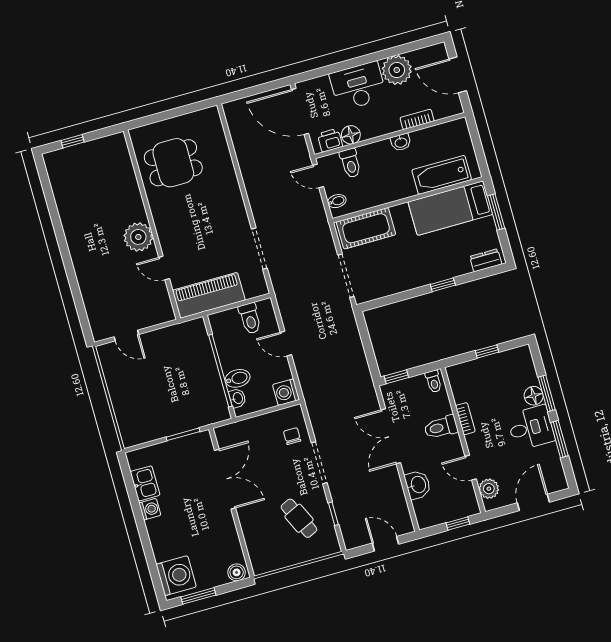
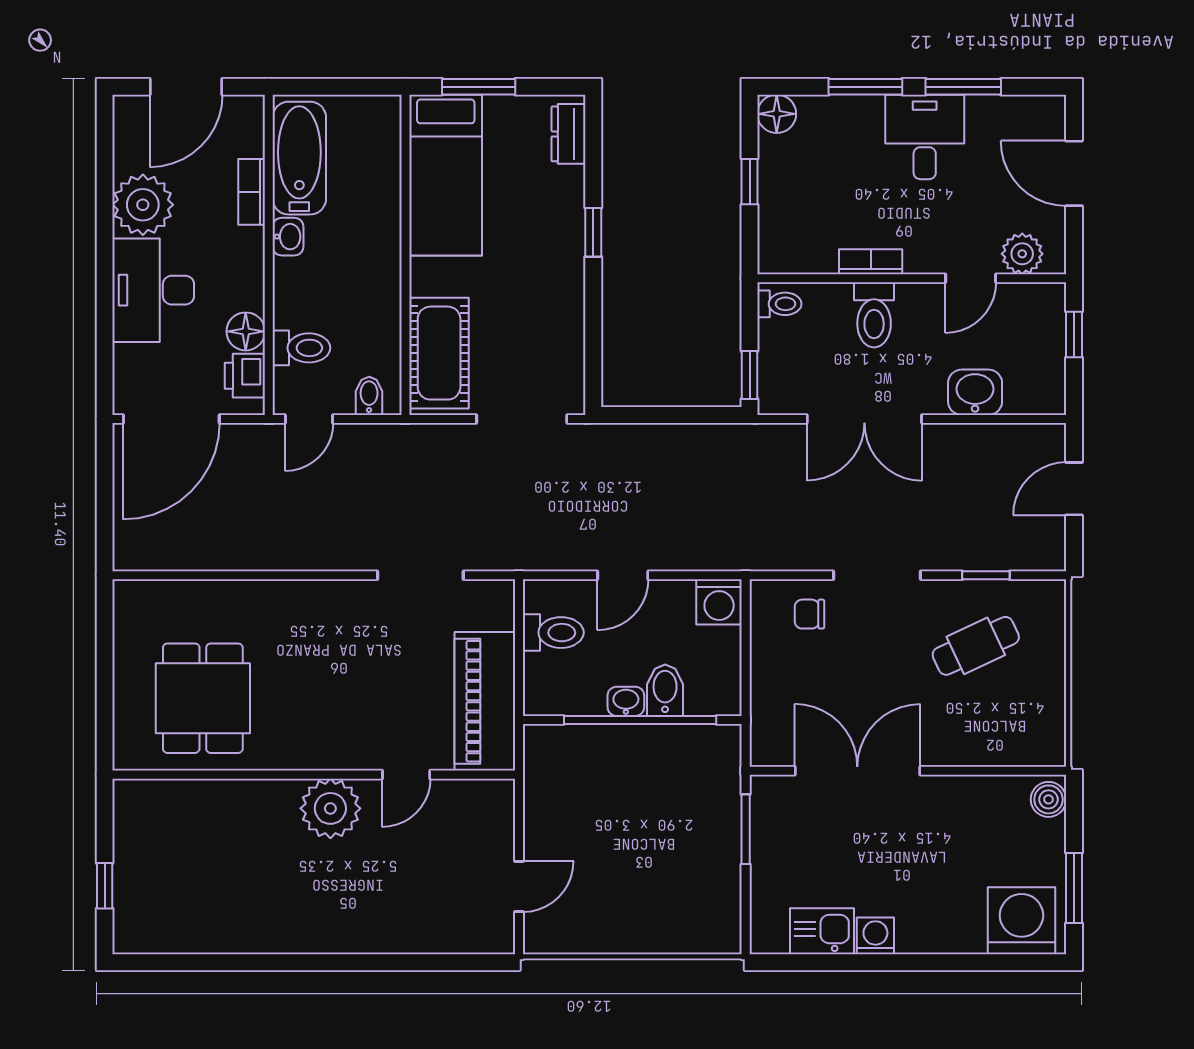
bathtub: (442, 175) -> (299, 158), moved, turned 180
floor lamp: (534, 396) -> (777, 114), moved
washbasin: (237, 398) -> (626, 701), moved

